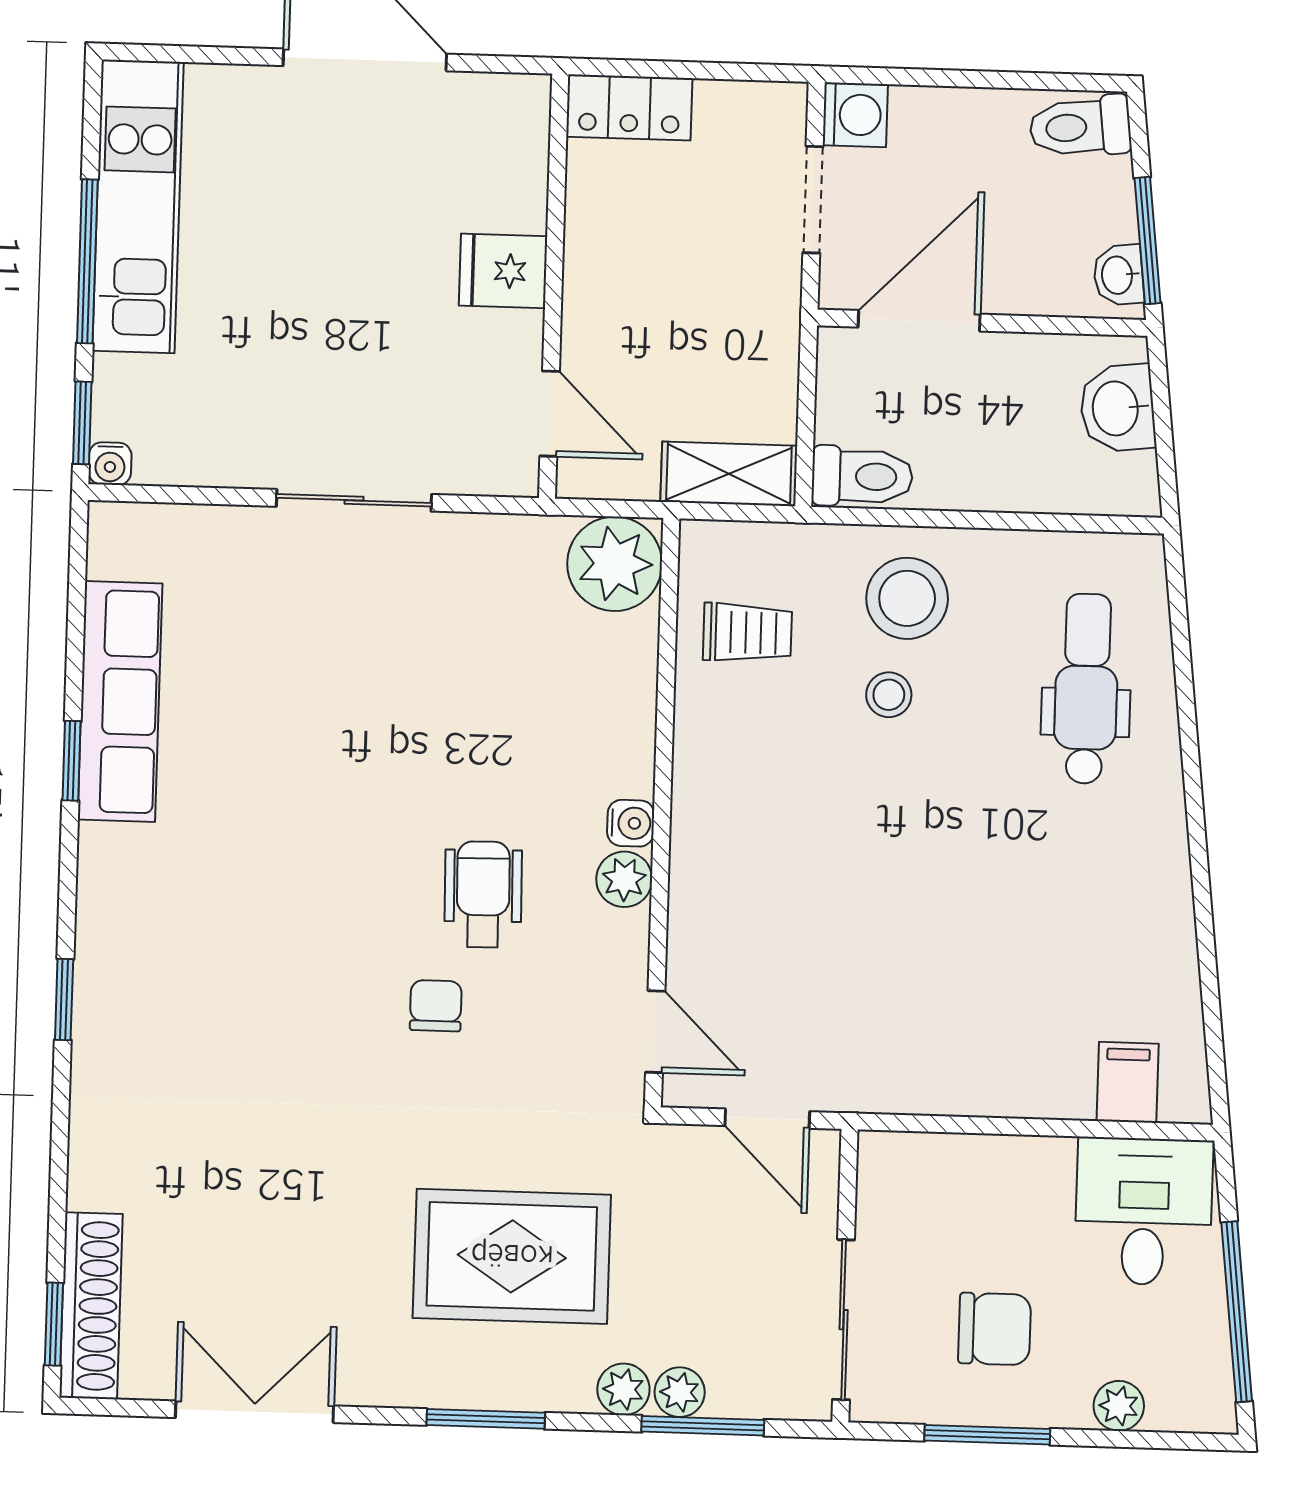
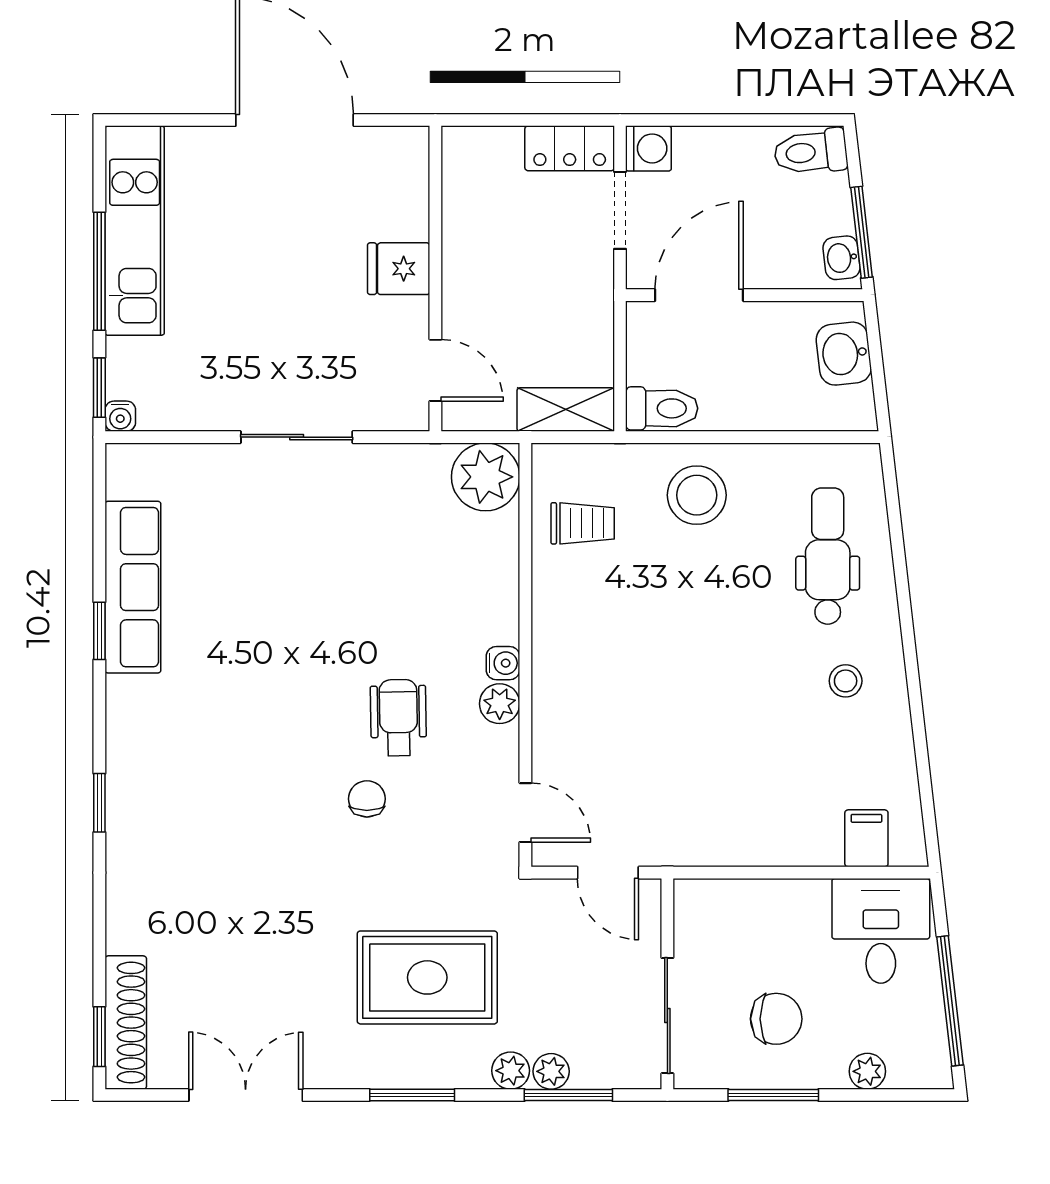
locker: (629, 107) -> (570, 148), moved
stool: (889, 695) -> (846, 681), moved

